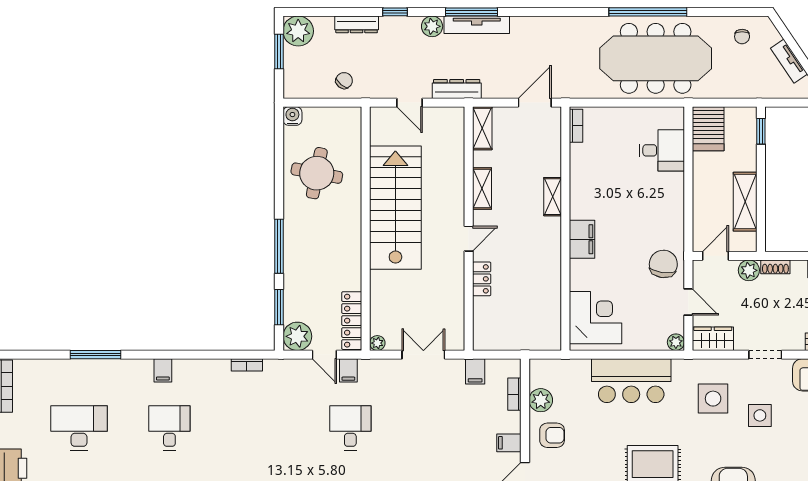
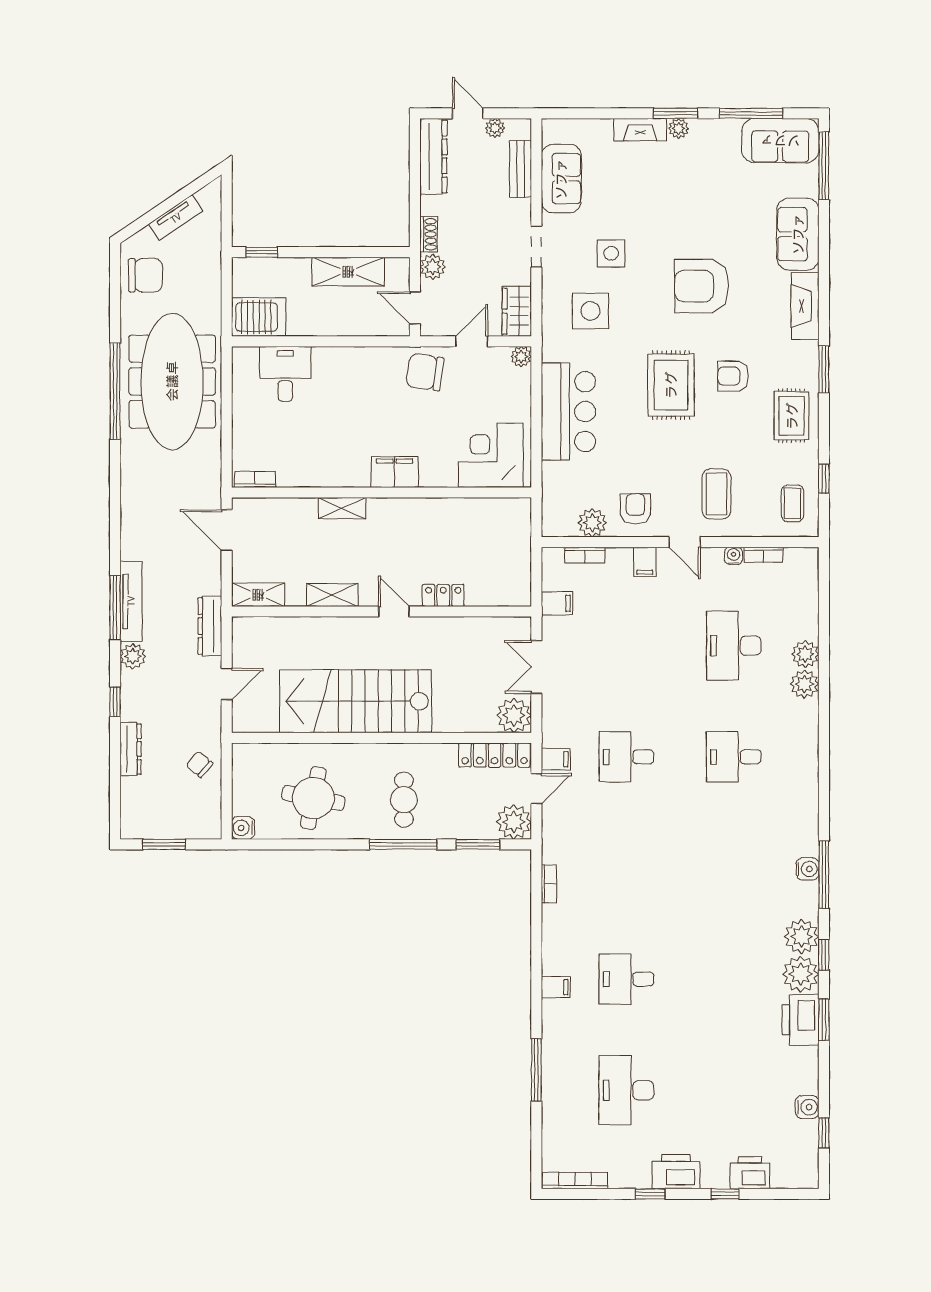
plant: (298, 31) -> (139, 821), removed
chair: (742, 37) -> (145, 275), width x1.87, depth x1.87
cafe table: (315, 247) -> (404, 800), added
plant: (377, 343) -> (514, 715), width x1.87, depth x1.87

